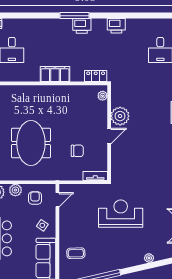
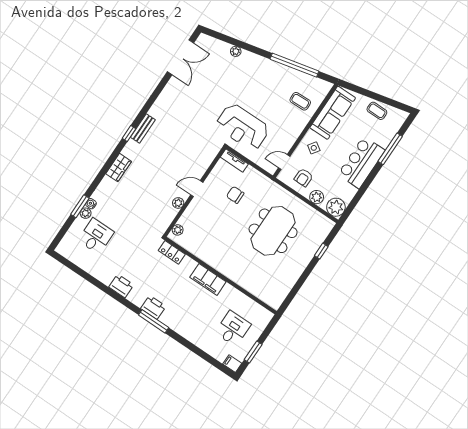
plant: (120, 116) -> (178, 203), width x0.53, depth x0.53
reception desk: (121, 214) -> (243, 127), moved

